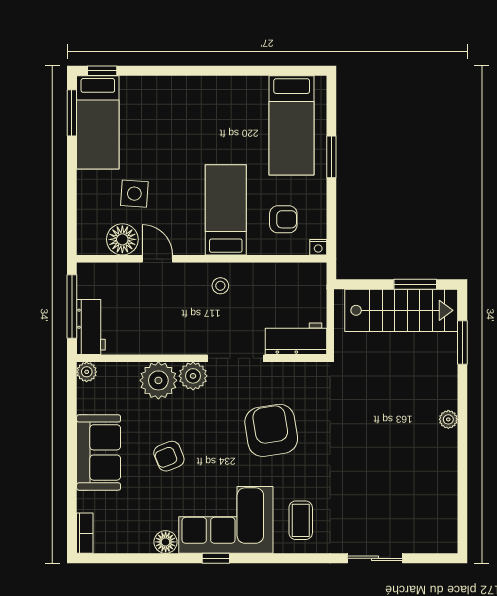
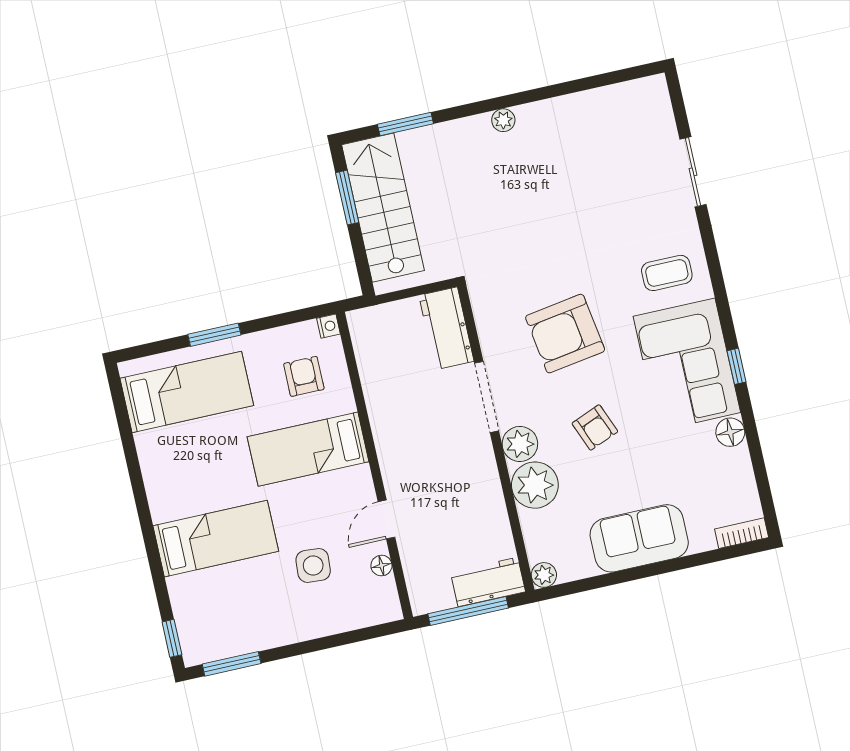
bed: (98, 122) -> (216, 539), moved
floor lamp: (122, 239) -> (381, 566), width x0.53, depth x0.53
stool: (220, 286) -> (402, 435), removed
armchair: (169, 456) -> (595, 427), moved

